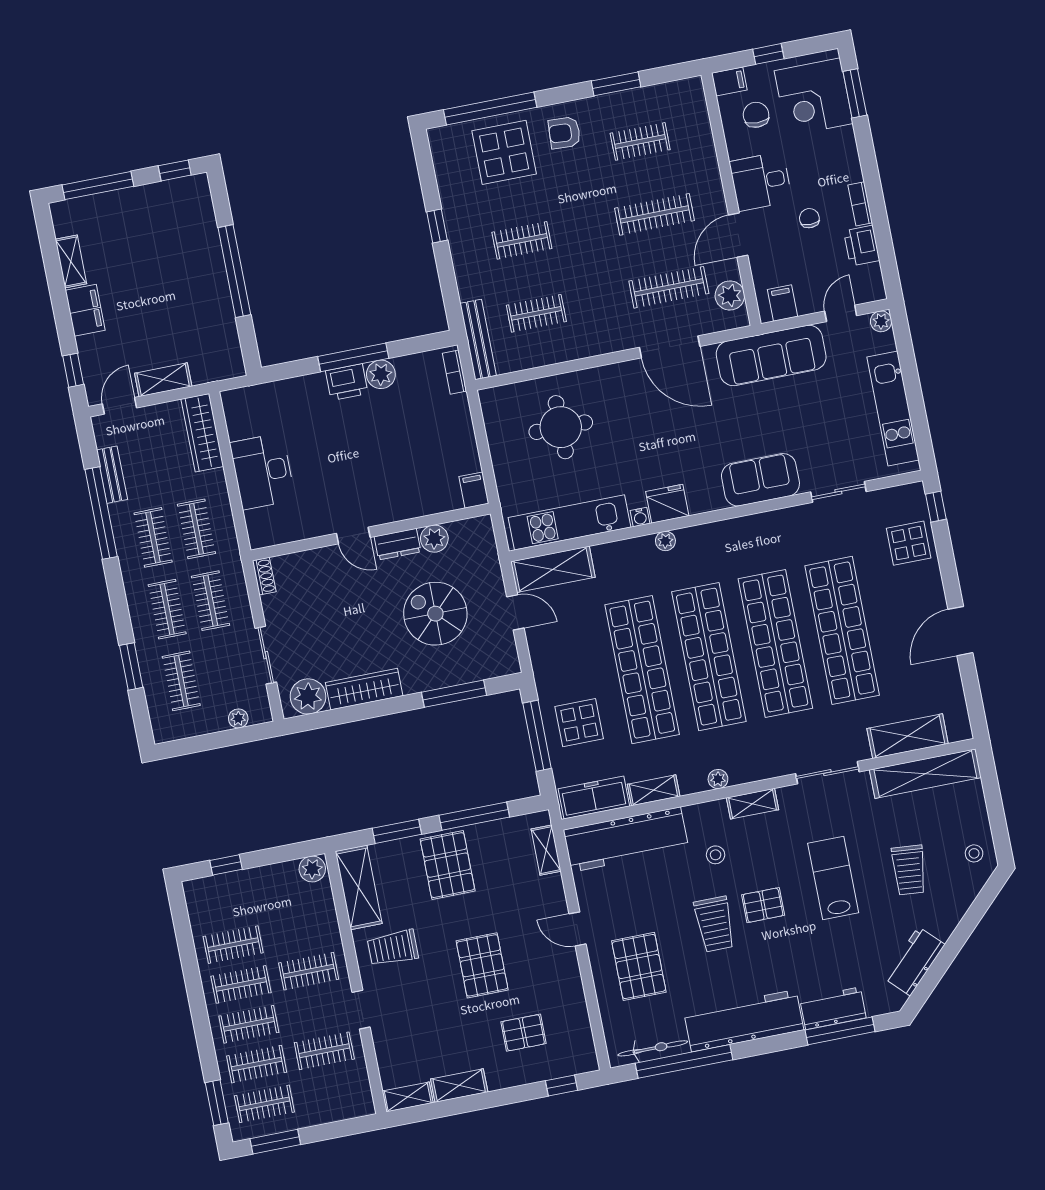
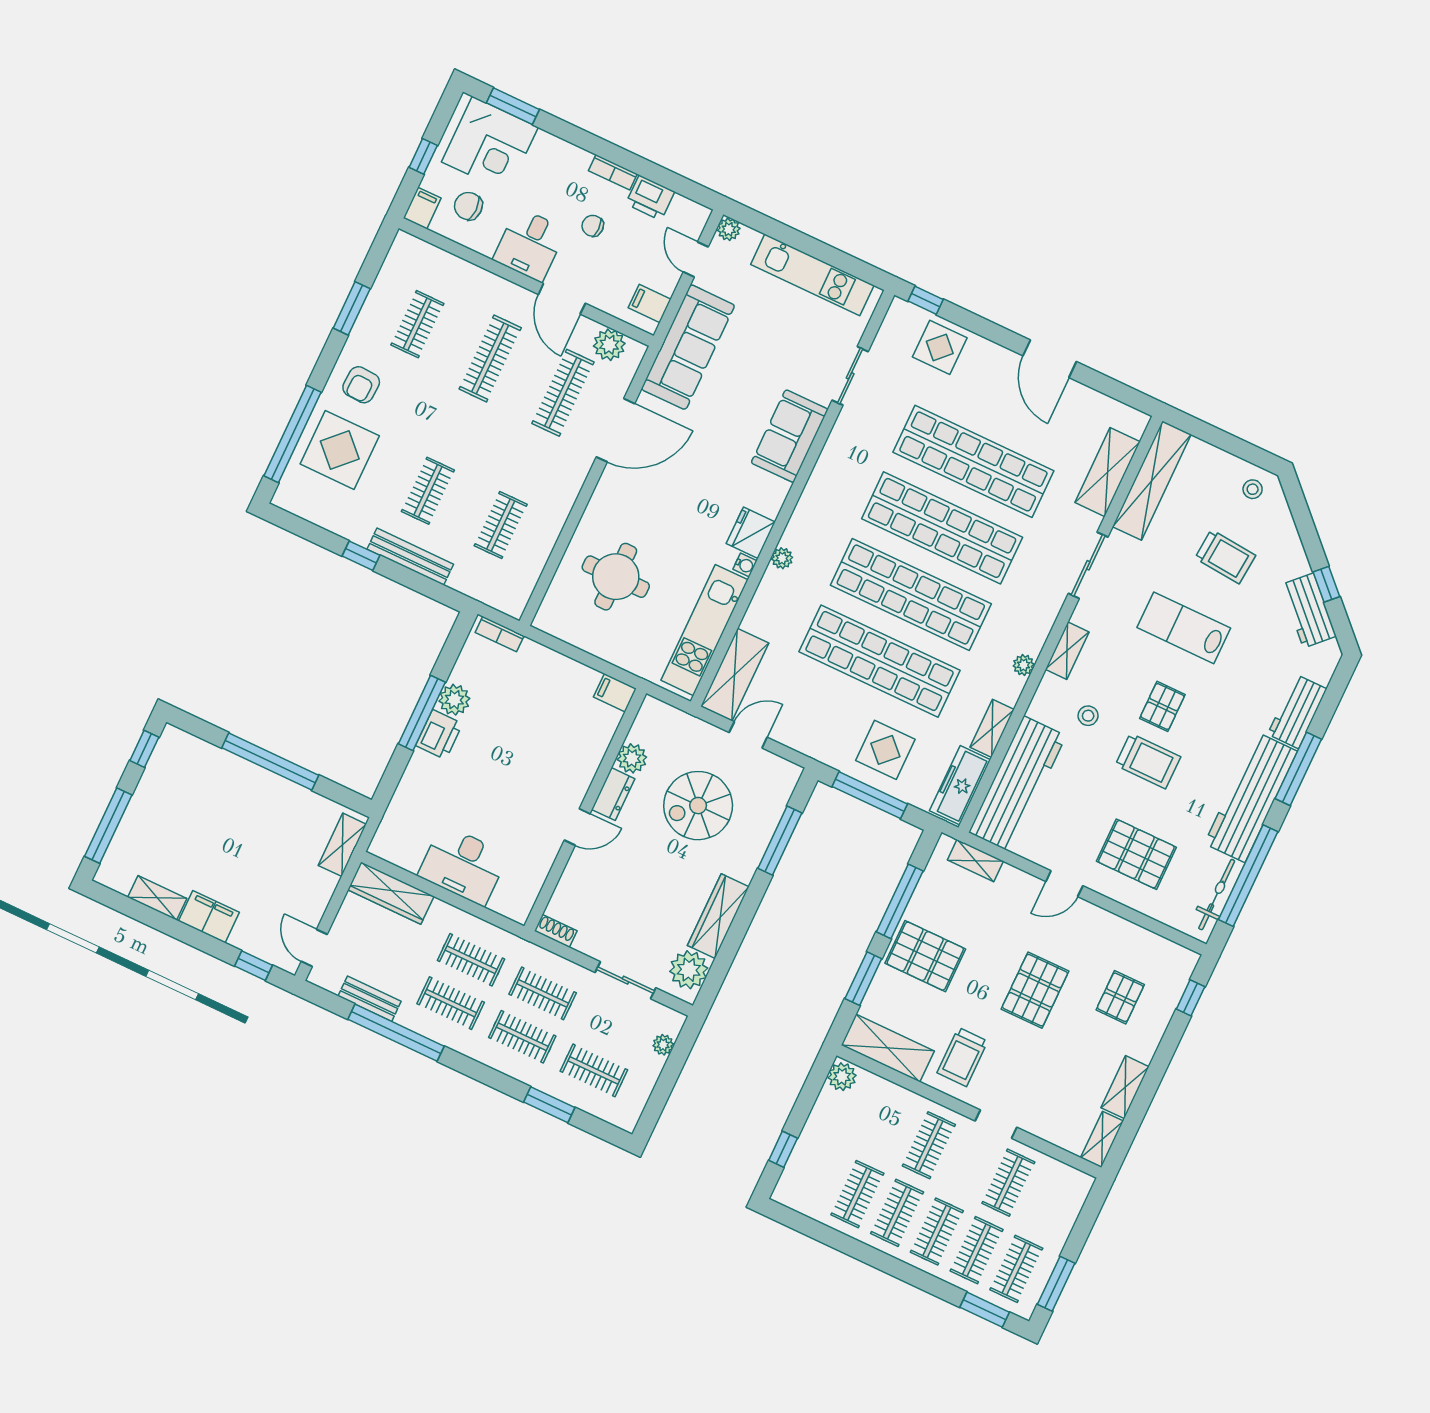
bench: (478, 339) -> (410, 557), moved
shelving: (163, 380) -> (342, 845), moved
window: (944, 960) -> (1326, 584), added
pallet: (482, 965) -> (1035, 990), turned 90
window: (840, 1031) -> (1298, 769), moved

